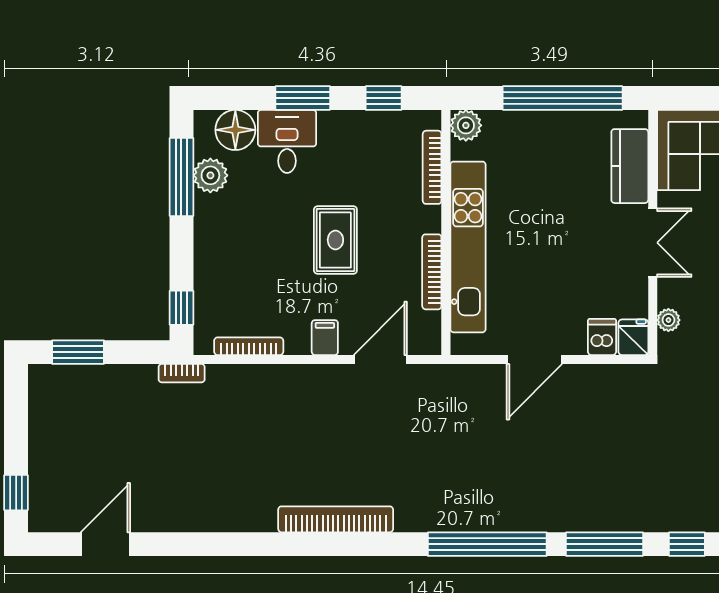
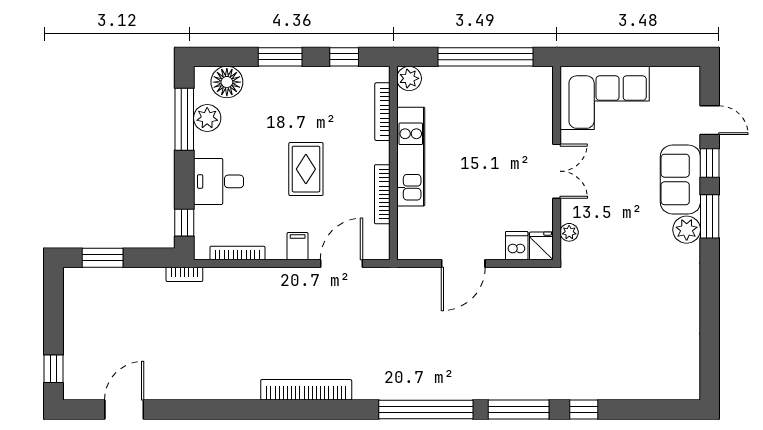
desk: (287, 141) -> (219, 181), moved, turned -90
kitchen counter: (630, 166) -> (539, 111), removed
kitchen unit: (468, 247) -> (411, 157), width x0.73

